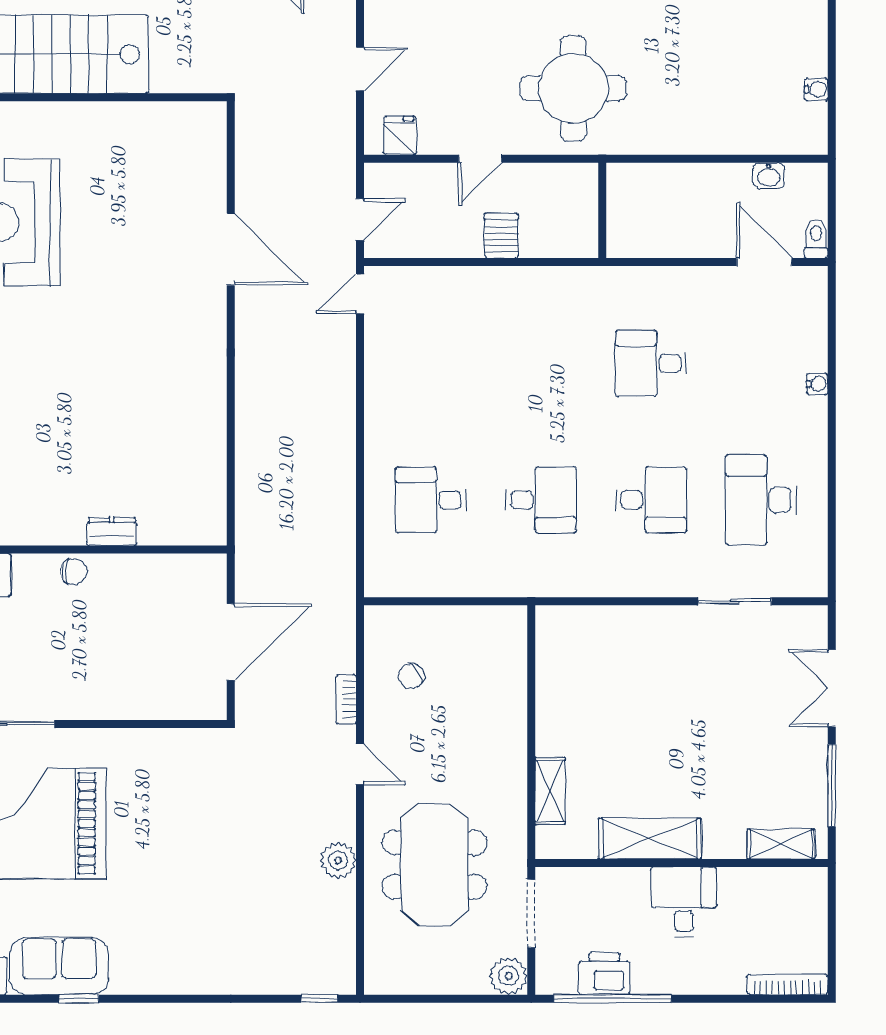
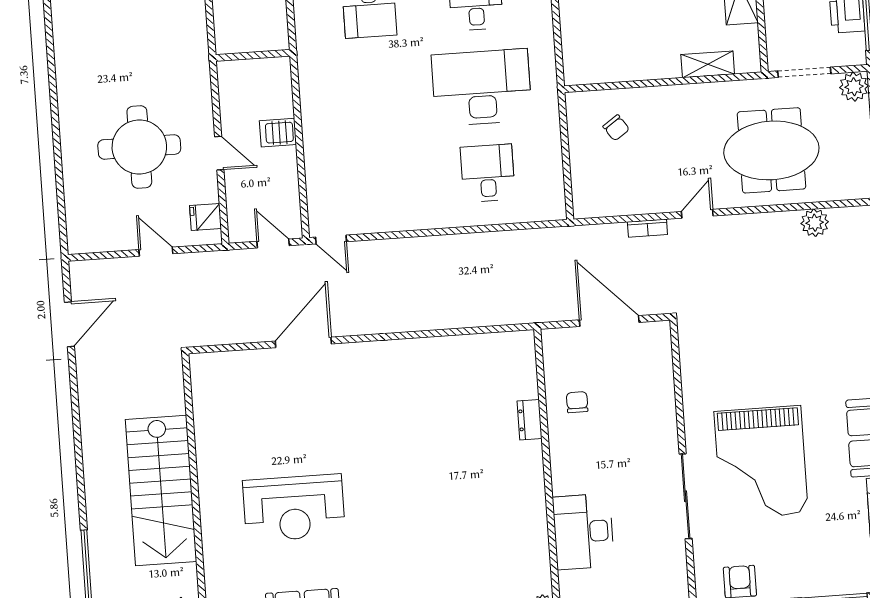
round table: (573, 88) -> (139, 147), moved
desk: (431, 500) -> (488, 173), turned 180
desk: (541, 500) -> (482, 87), width x1.87, depth x1.30
chair: (74, 572) -> (577, 402), moved
chair: (411, 676) -> (616, 128), moved
plant: (338, 860) -> (815, 223), moved

